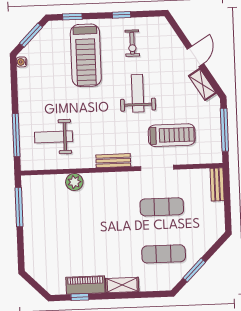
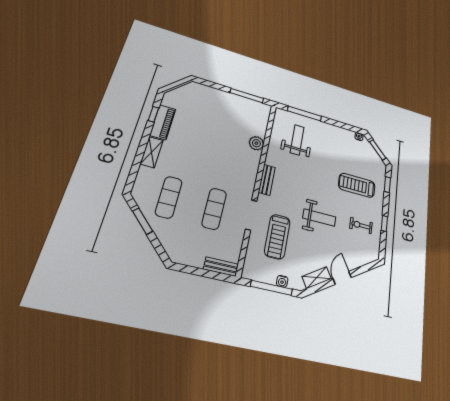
treadmill: (86, 55) -> (357, 185), width x0.73, depth x0.73
door: (195, 56) -> (342, 278), swing flipped
water cooler: (215, 120) -> (282, 281), added

